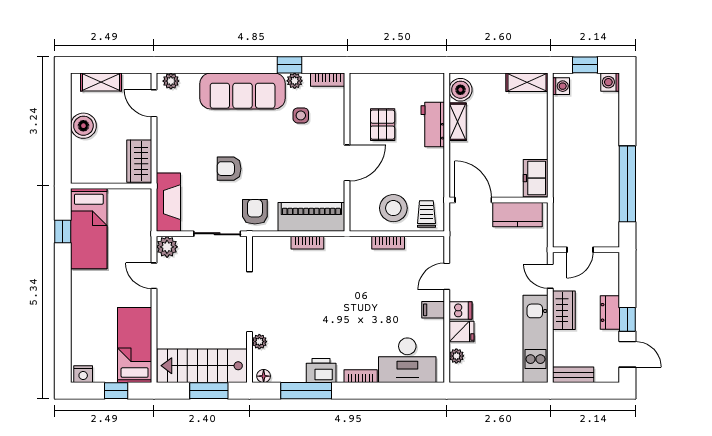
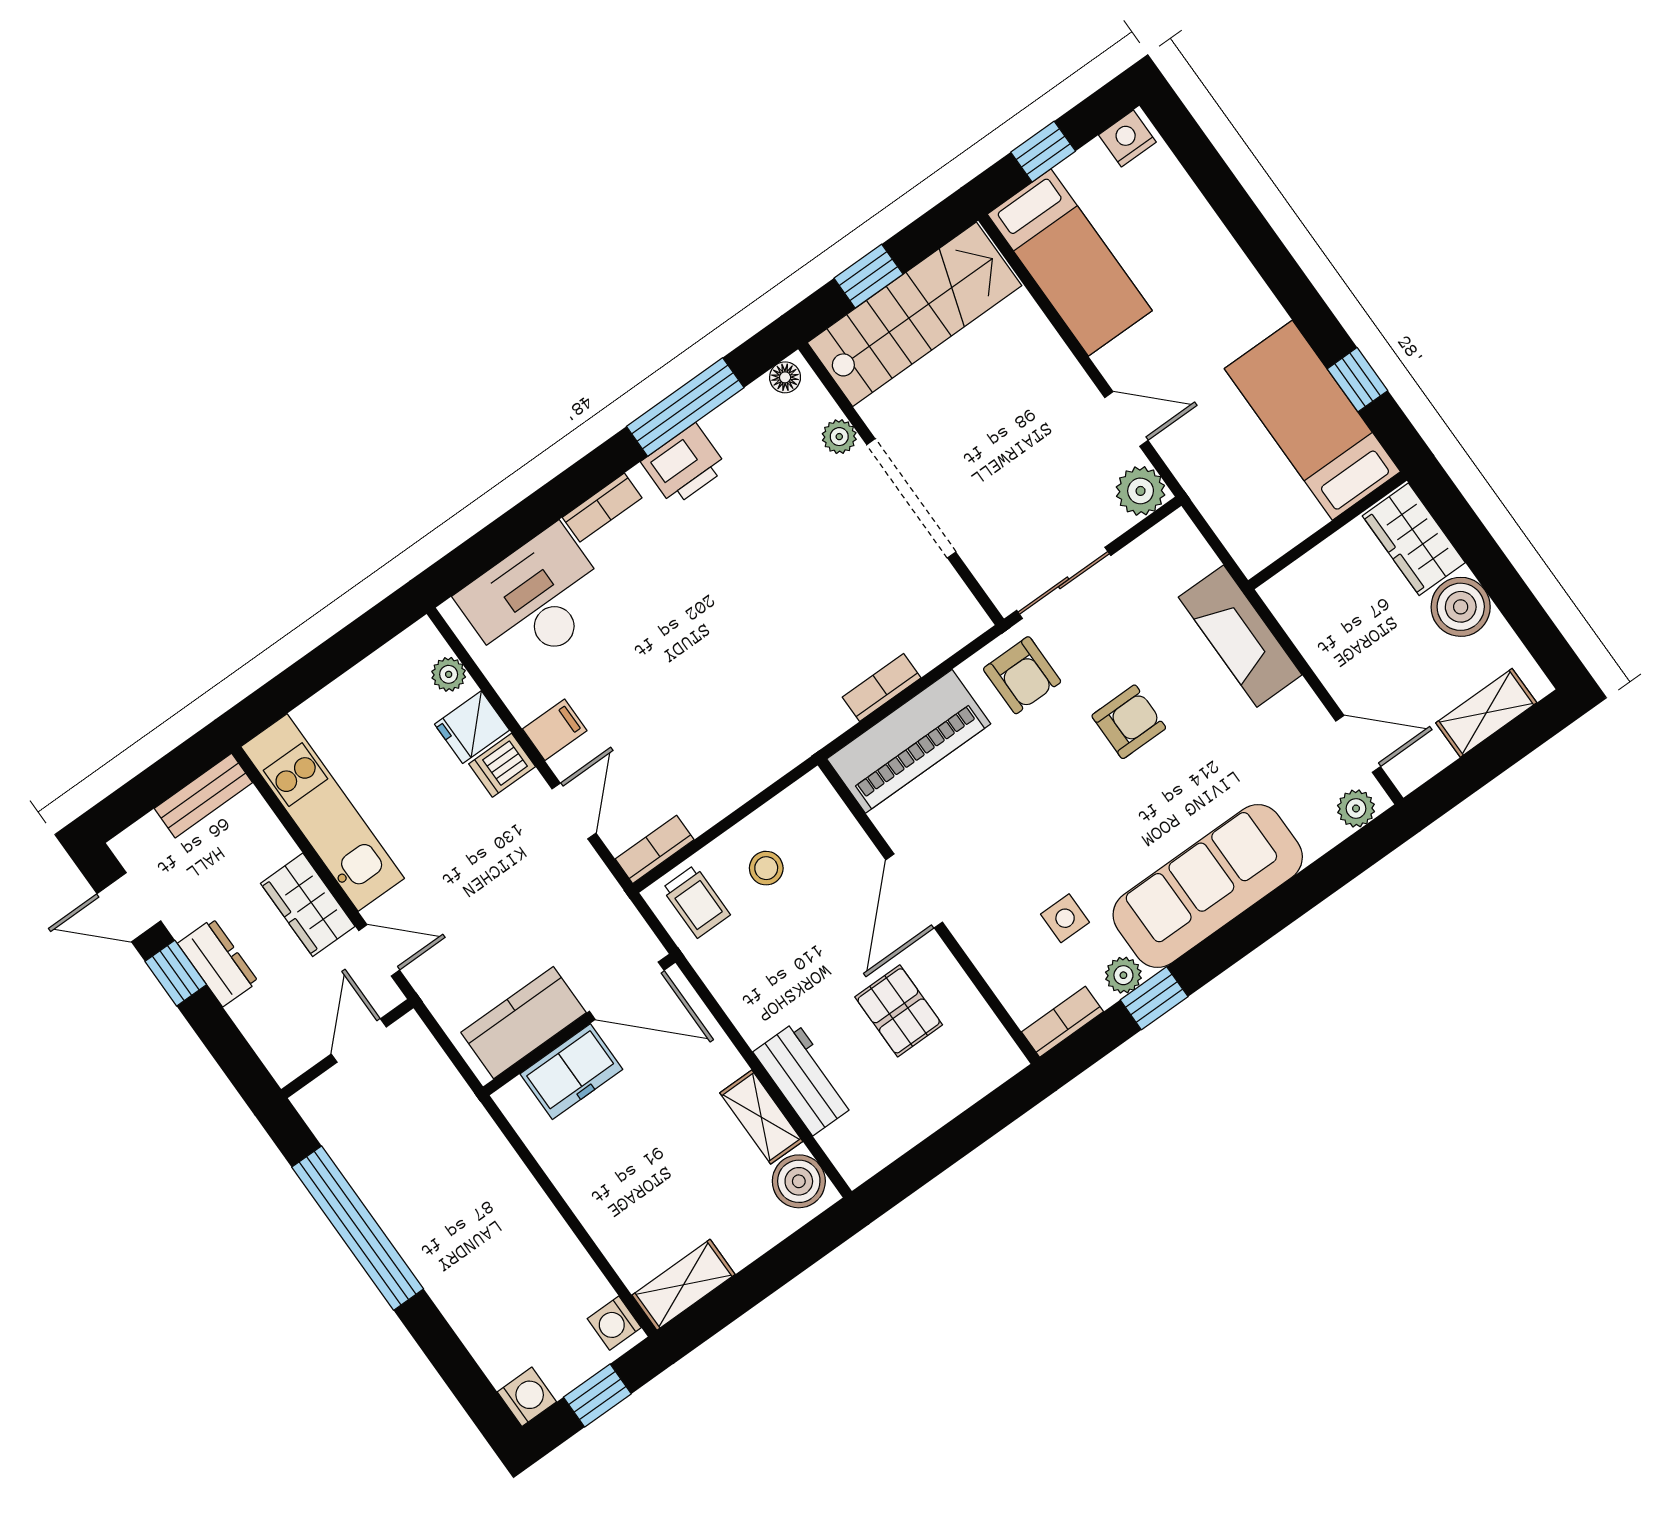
wardrobe: (139, 161) -> (1414, 539), moved, turned 180
freezer: (536, 178) -> (571, 1072), moved, turned 90
fireplace: (168, 202) -> (1240, 636), moved
stool: (393, 208) -> (766, 868), width x0.53, depth x0.53
bookcase: (388, 243) -> (655, 849), moved
window: (209, 391) -> (868, 276), width x0.67

